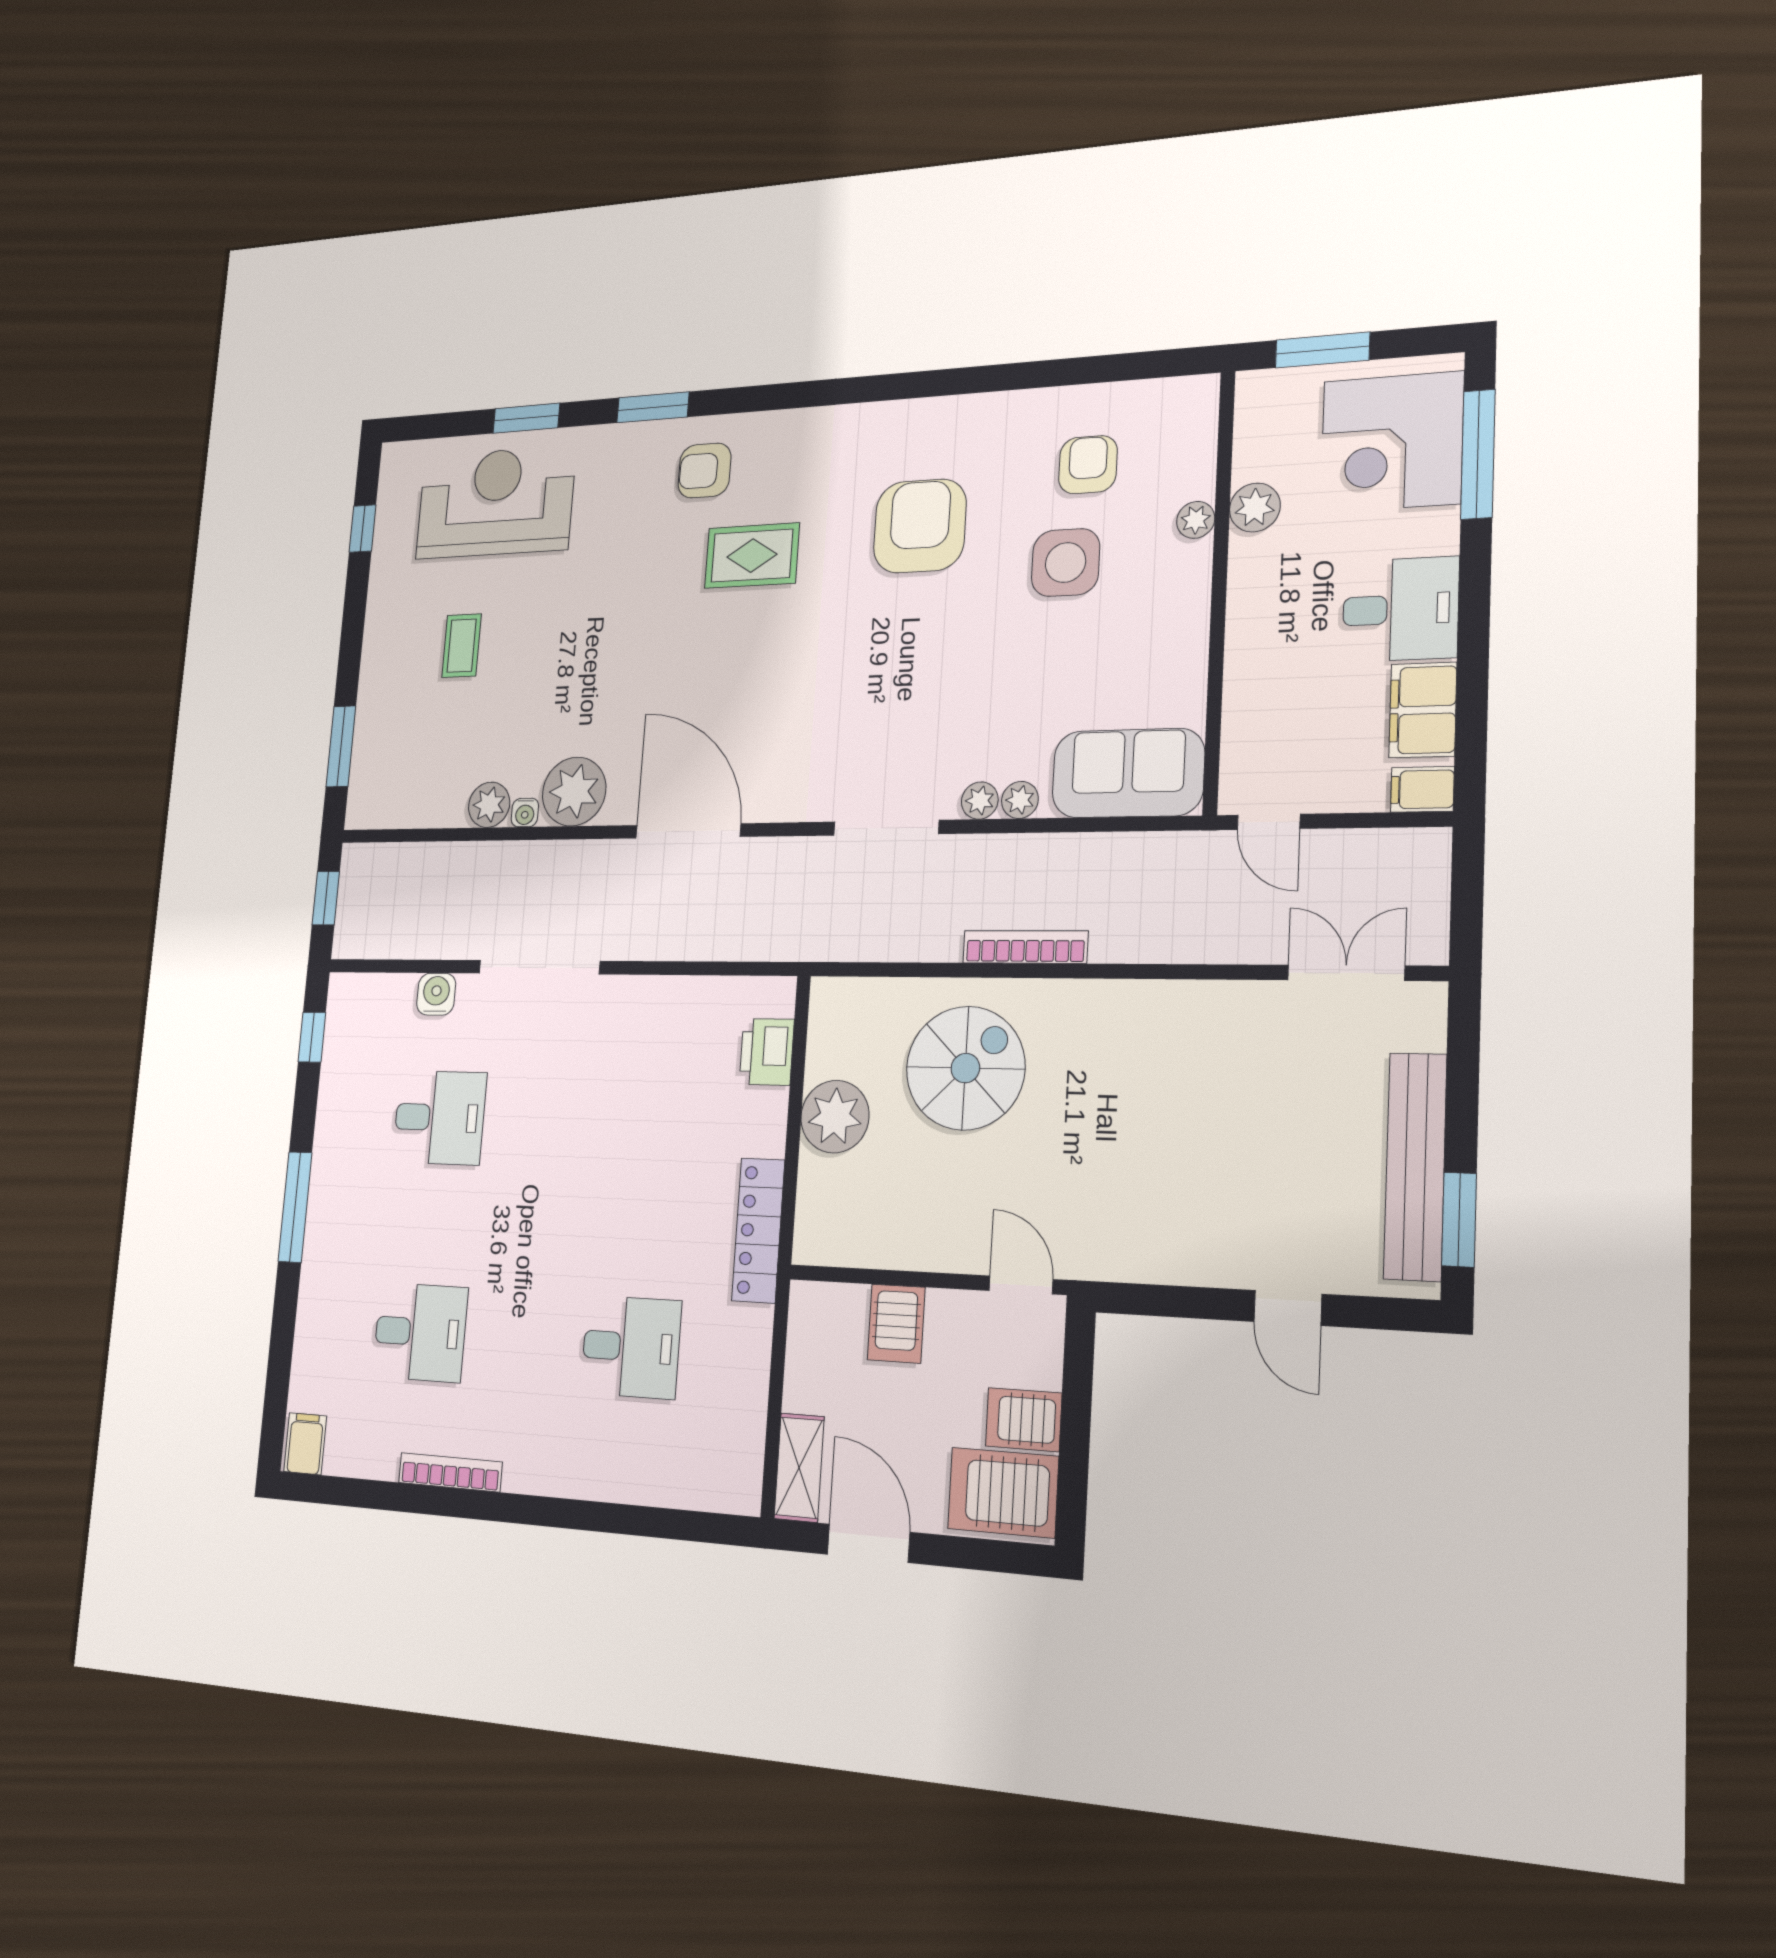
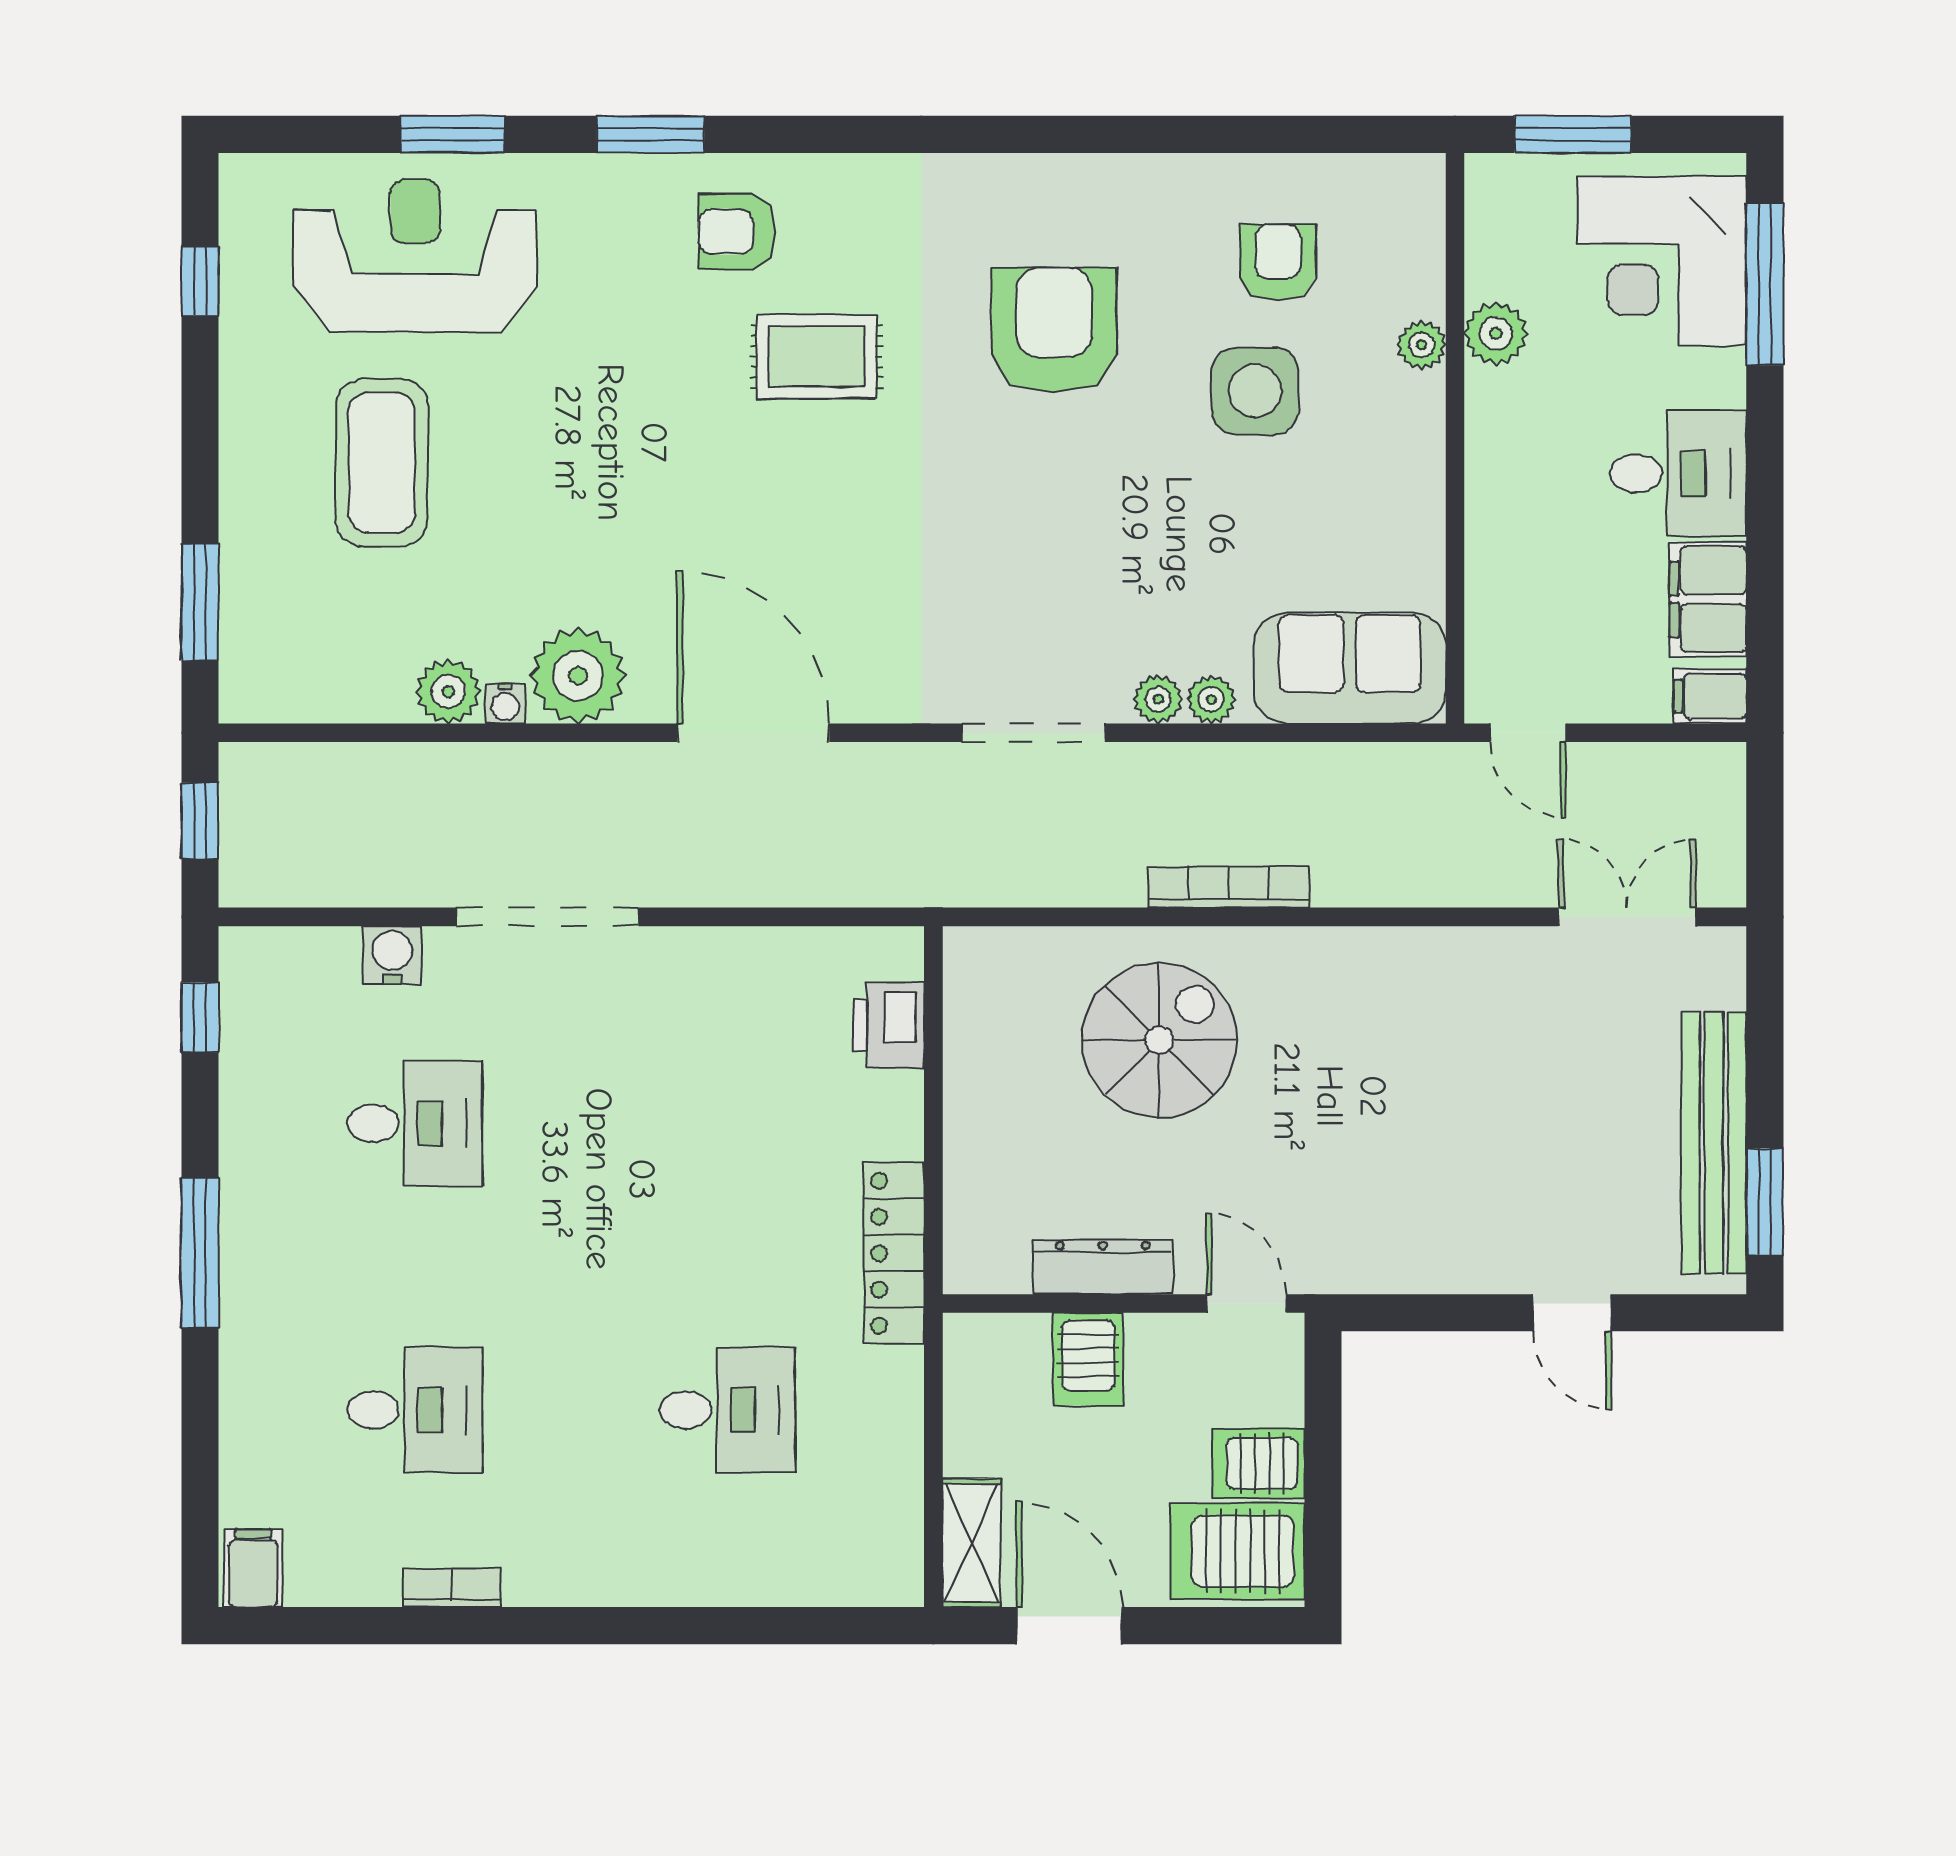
coffee table: (462, 646) -> (382, 463), width x1.86, depth x1.72
plant: (835, 1117) -> (989, 1106), removed
dresser: (912, 1249) -> (1103, 1267), added
bookcase: (450, 1472) -> (452, 1588), width x0.64

